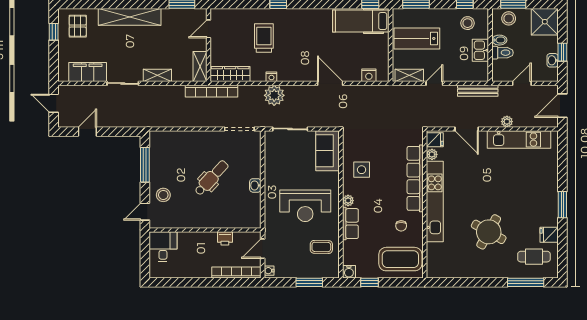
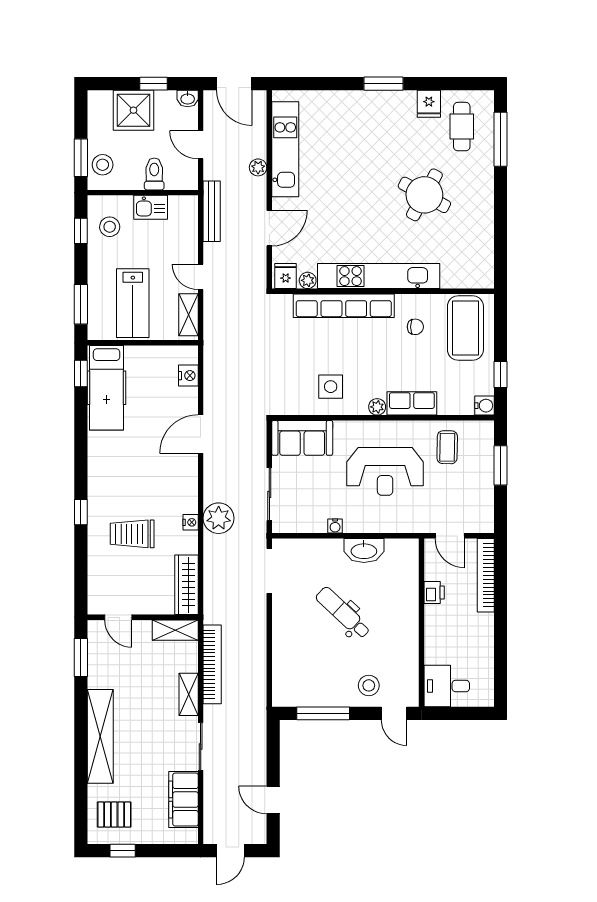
shower: (545, 22) -> (133, 110), moved
bidet: (499, 40) -> (135, 179), removed
washbasin: (553, 60) -> (188, 98), moved
bookcase: (211, 91) -> (212, 664), moved
washbasin: (255, 185) -> (364, 550), width x1.91, depth x1.45
reception desk: (305, 206) -> (385, 471), turned 90
water cooler: (269, 271) -> (335, 526), moved

